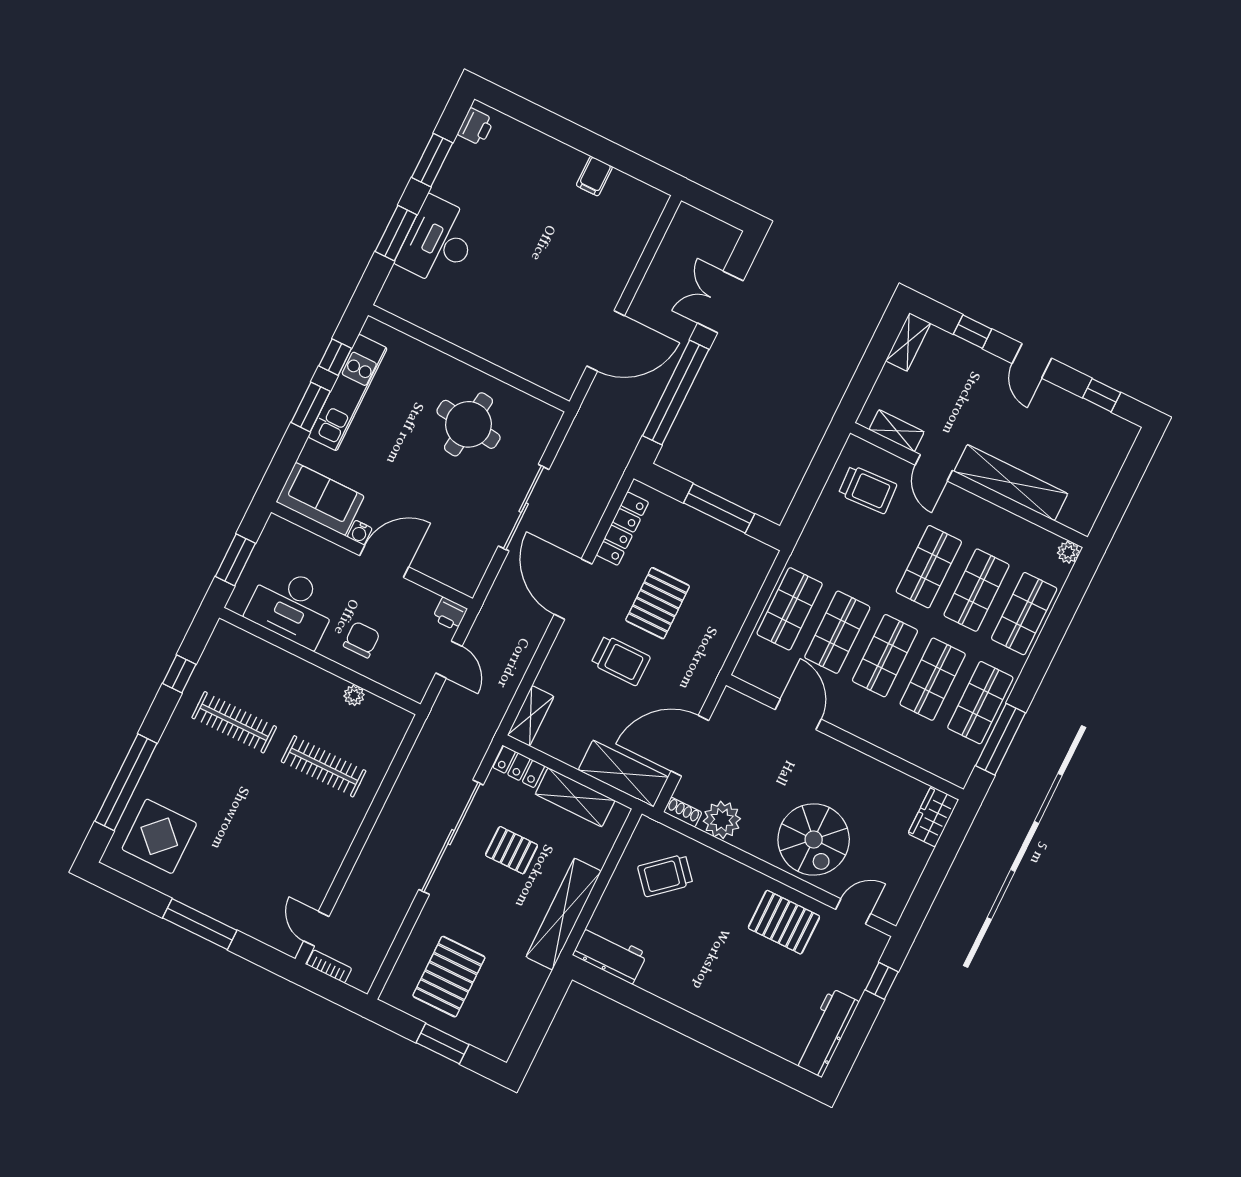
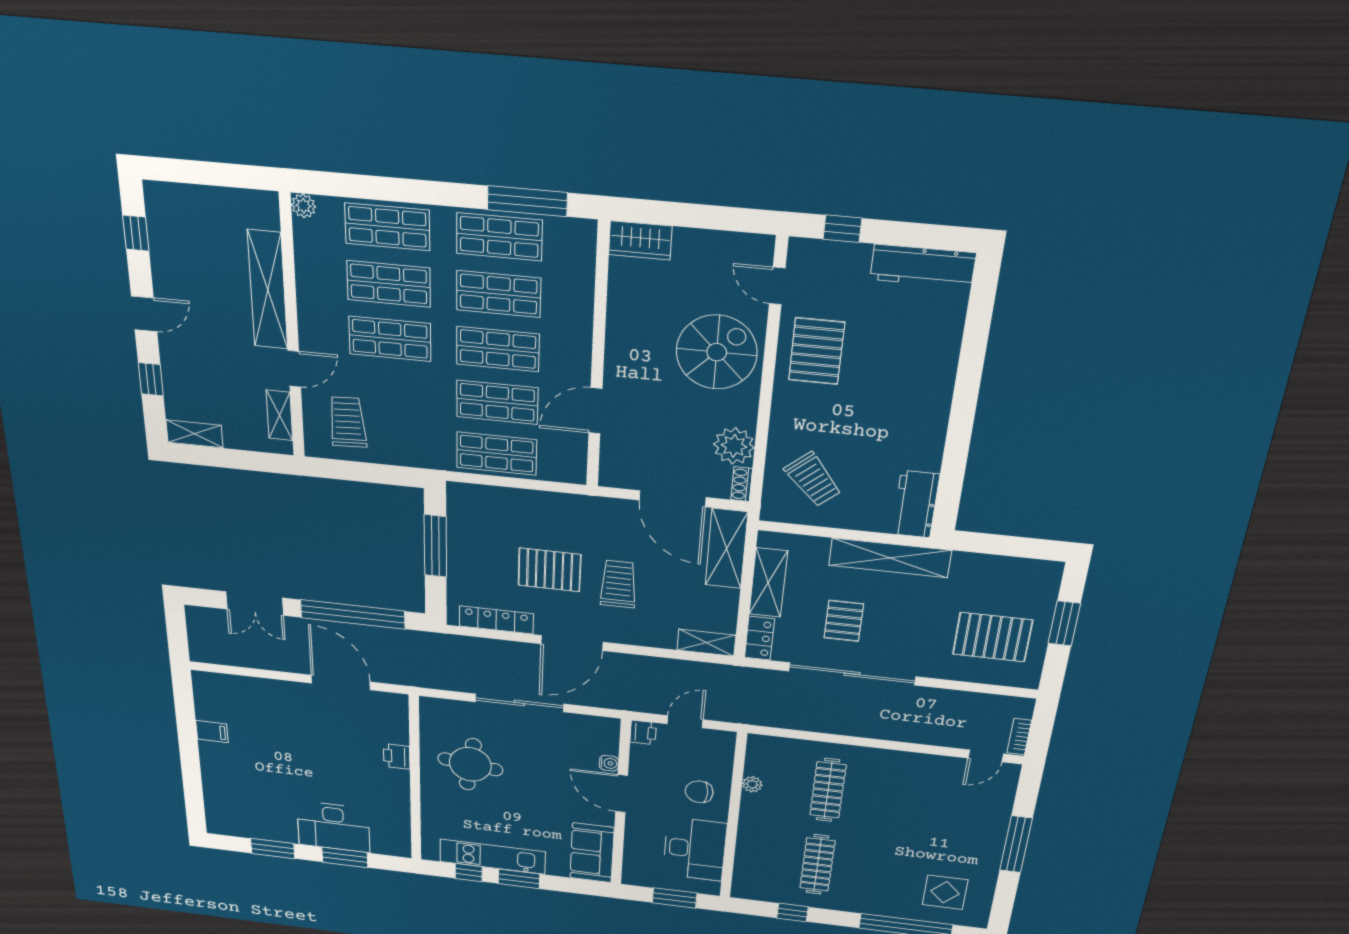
printer: (476, 127) -> (397, 756), moved, turned -90
water cooler: (360, 533) -> (609, 763), moved
display table: (159, 836) -> (945, 892), width x0.73, depth x0.73

